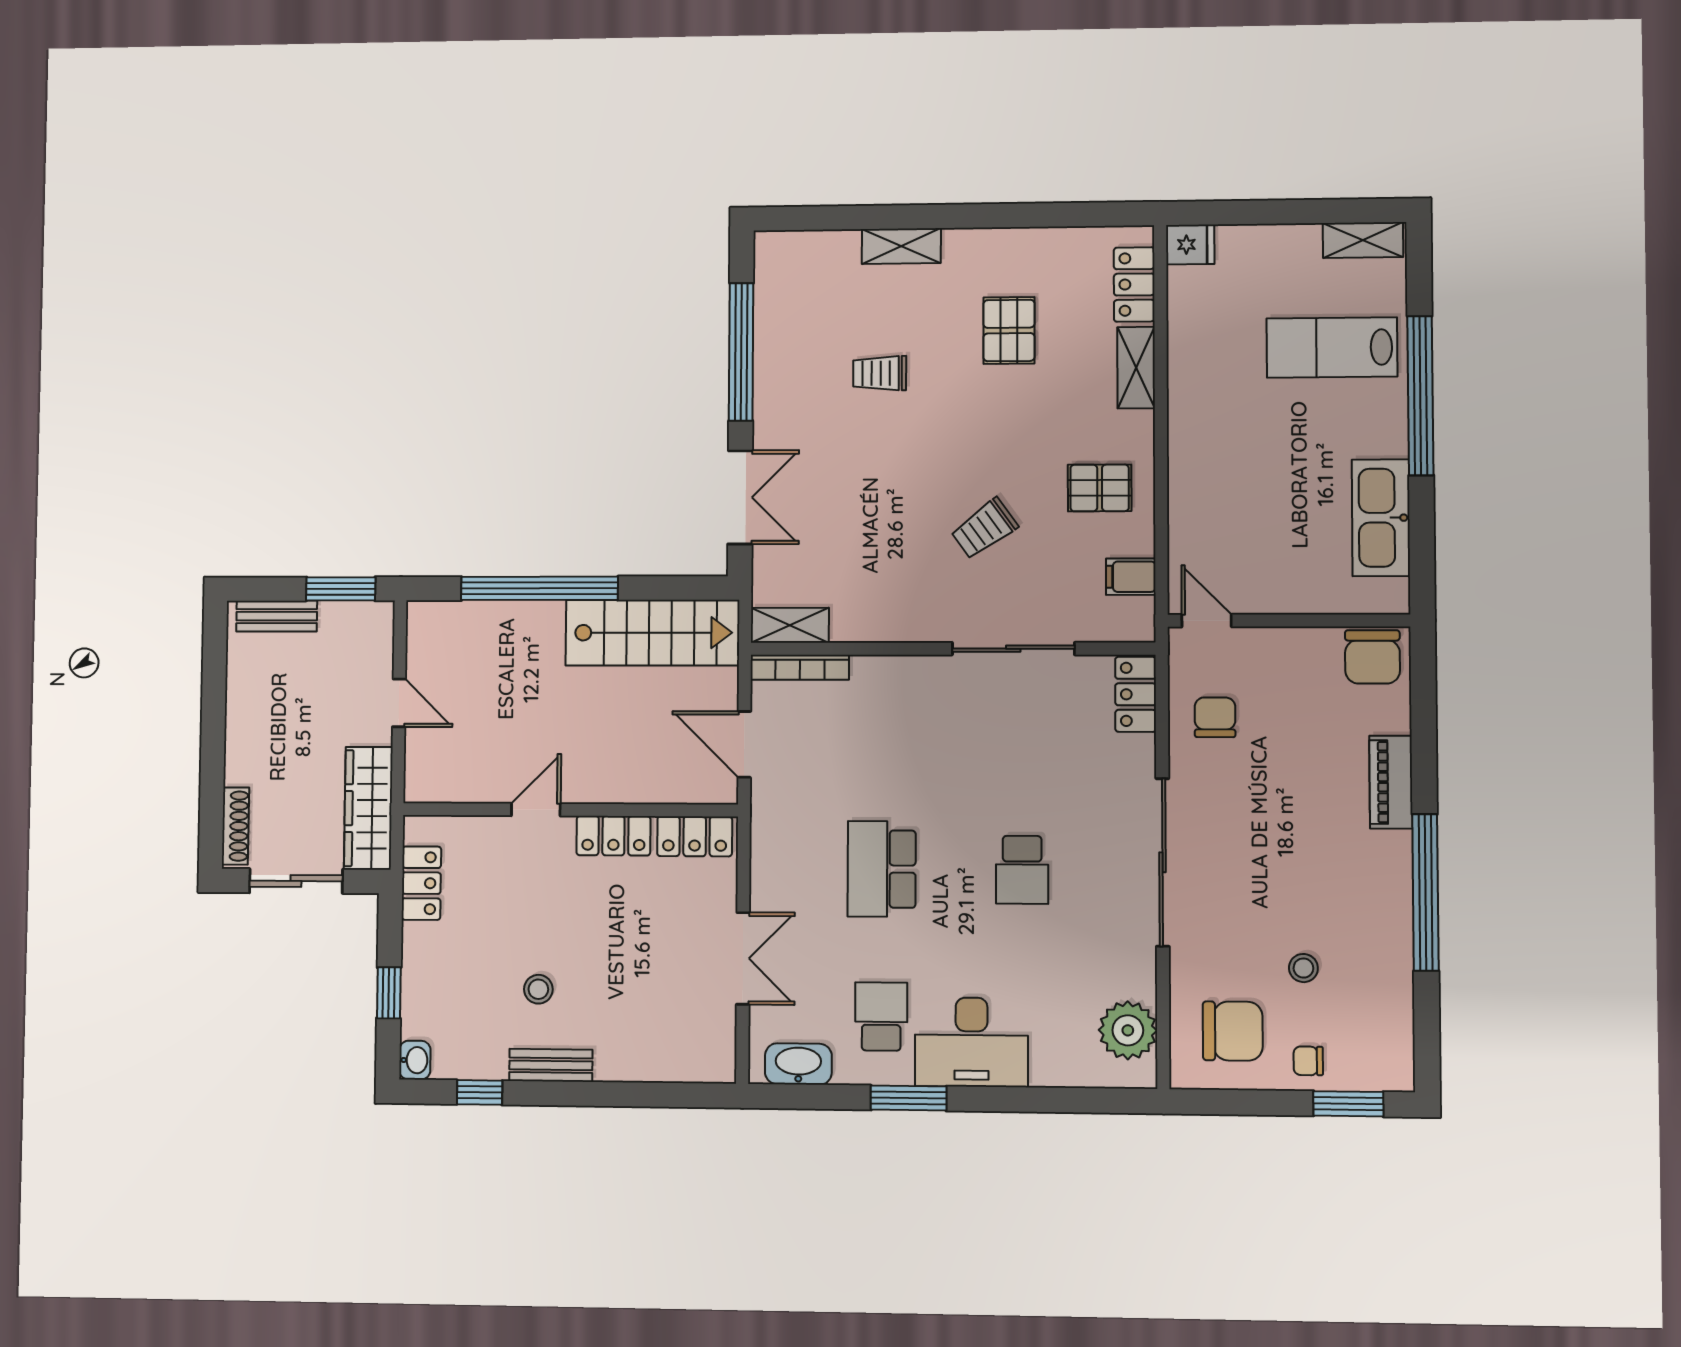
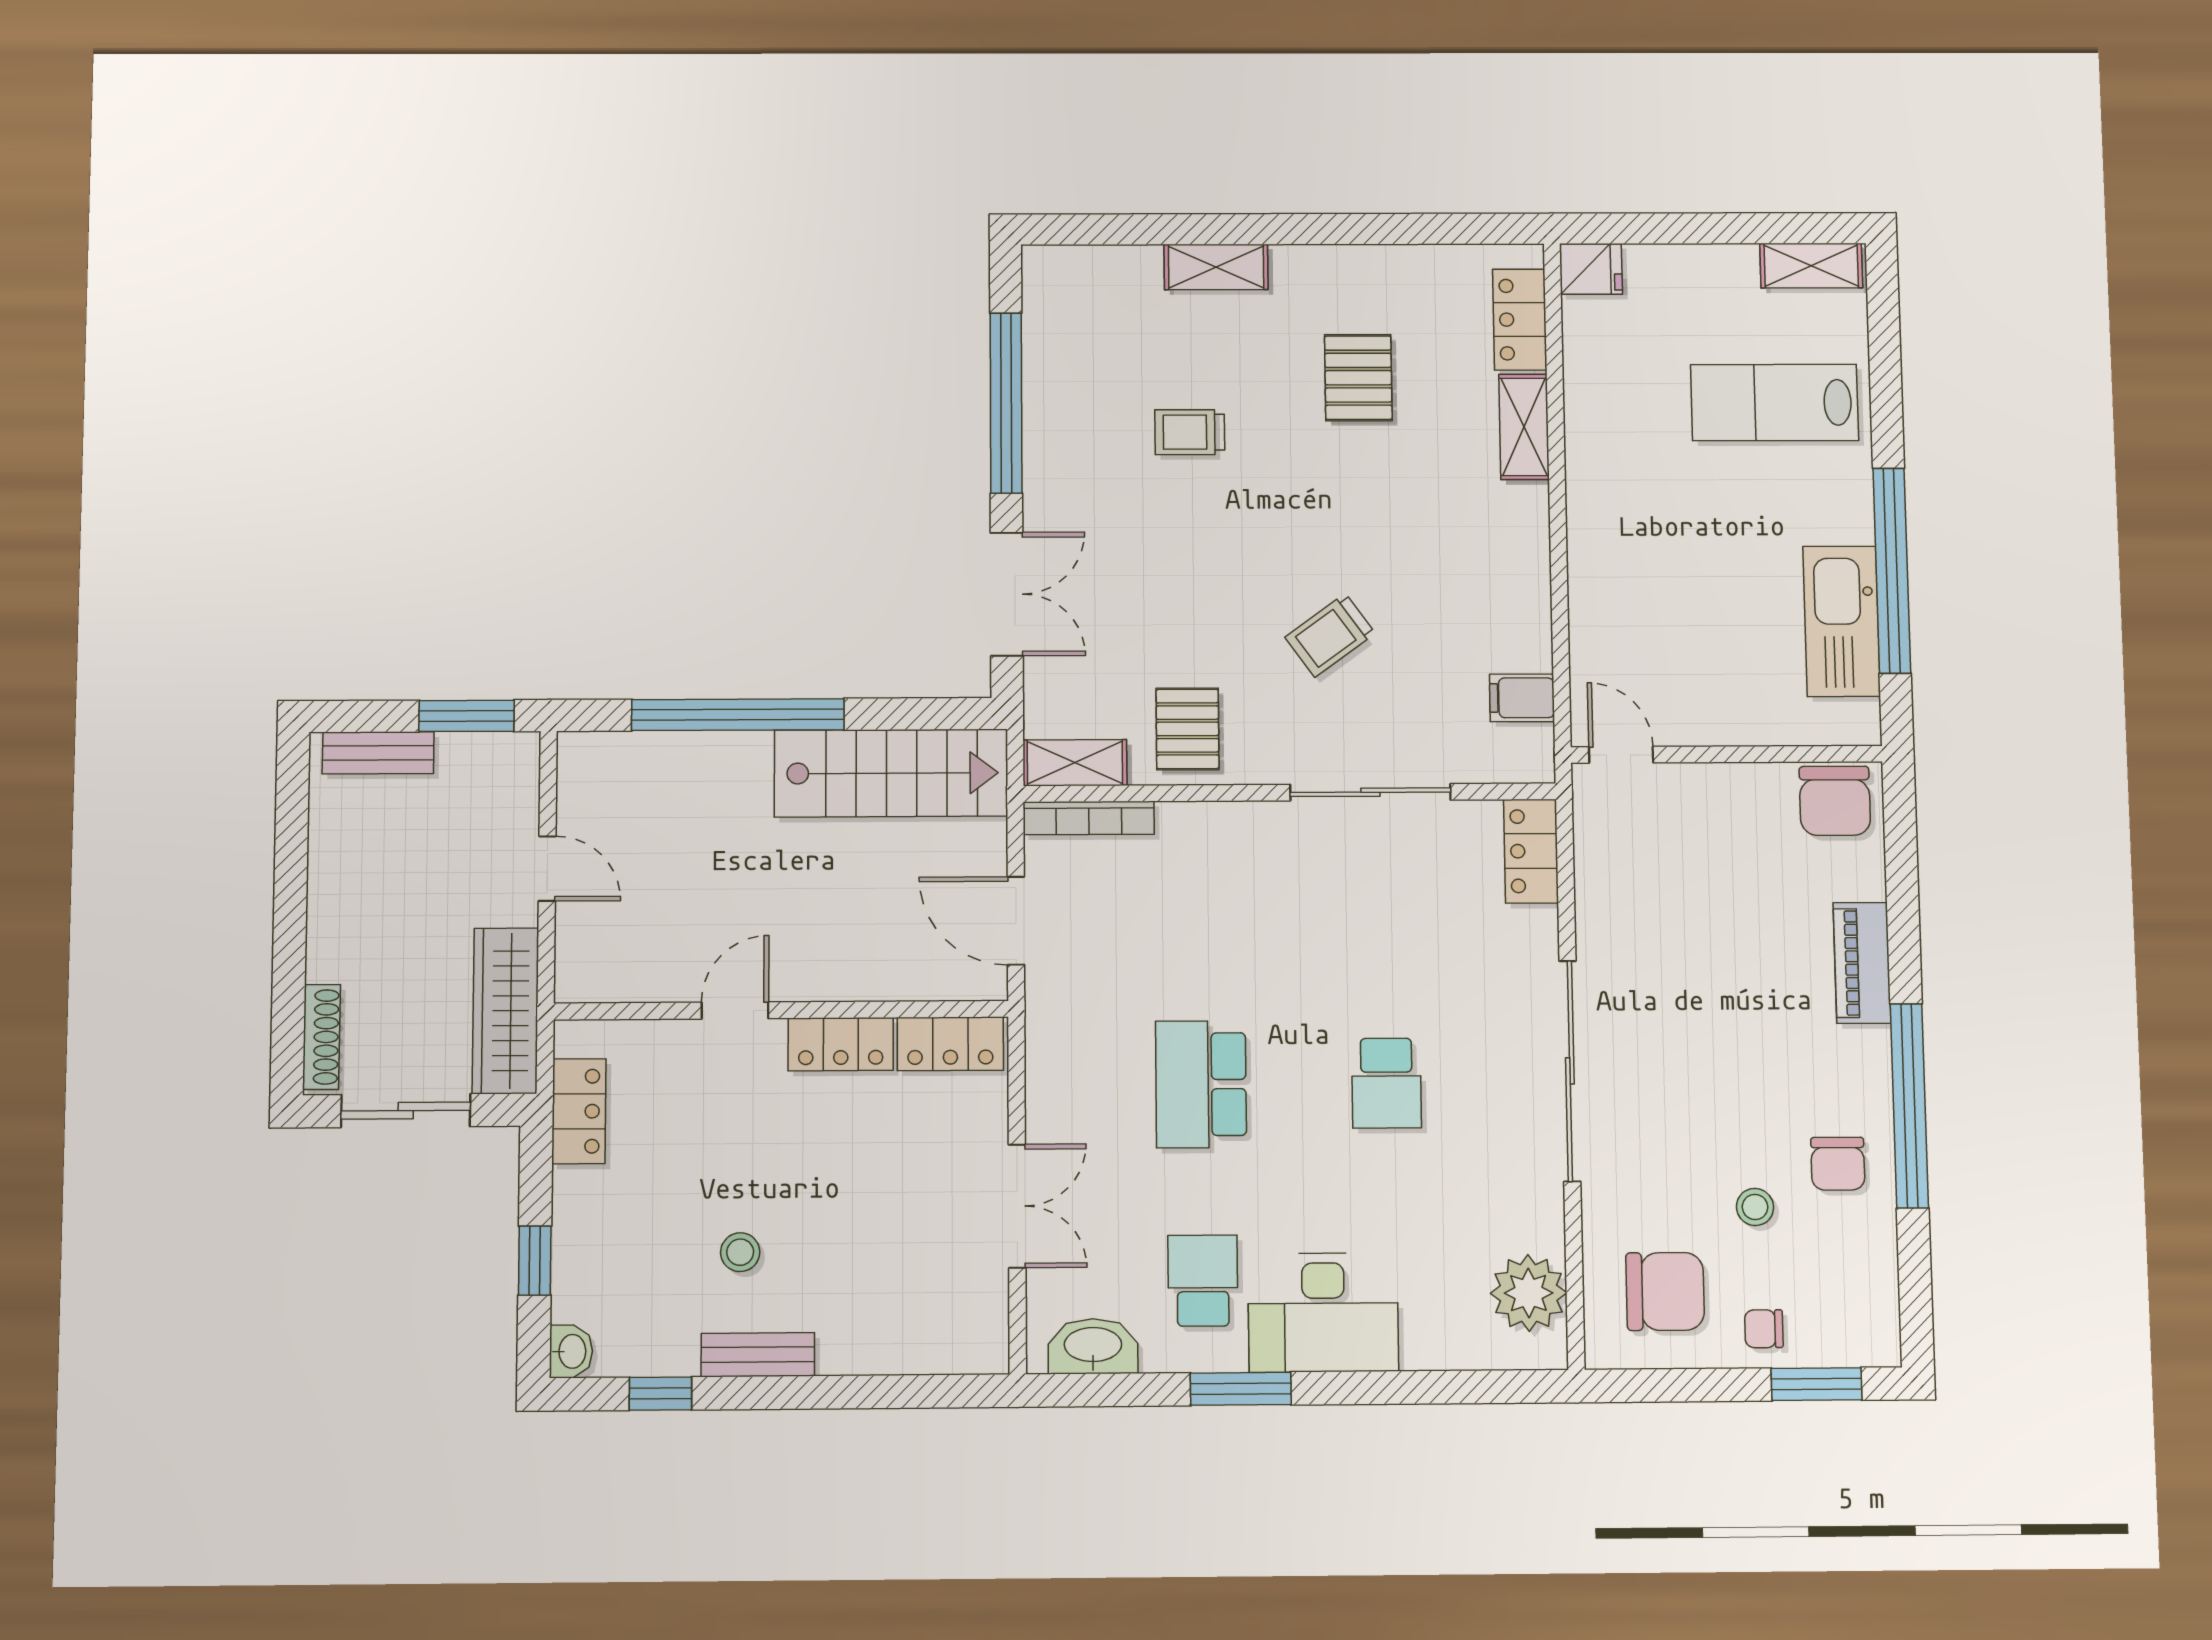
window: (1420, 396) -> (1892, 571), moved
pallet: (1100, 488) -> (1187, 729), moved, turned 90
chair: (1215, 717) -> (1838, 1164), moved, turned 180

